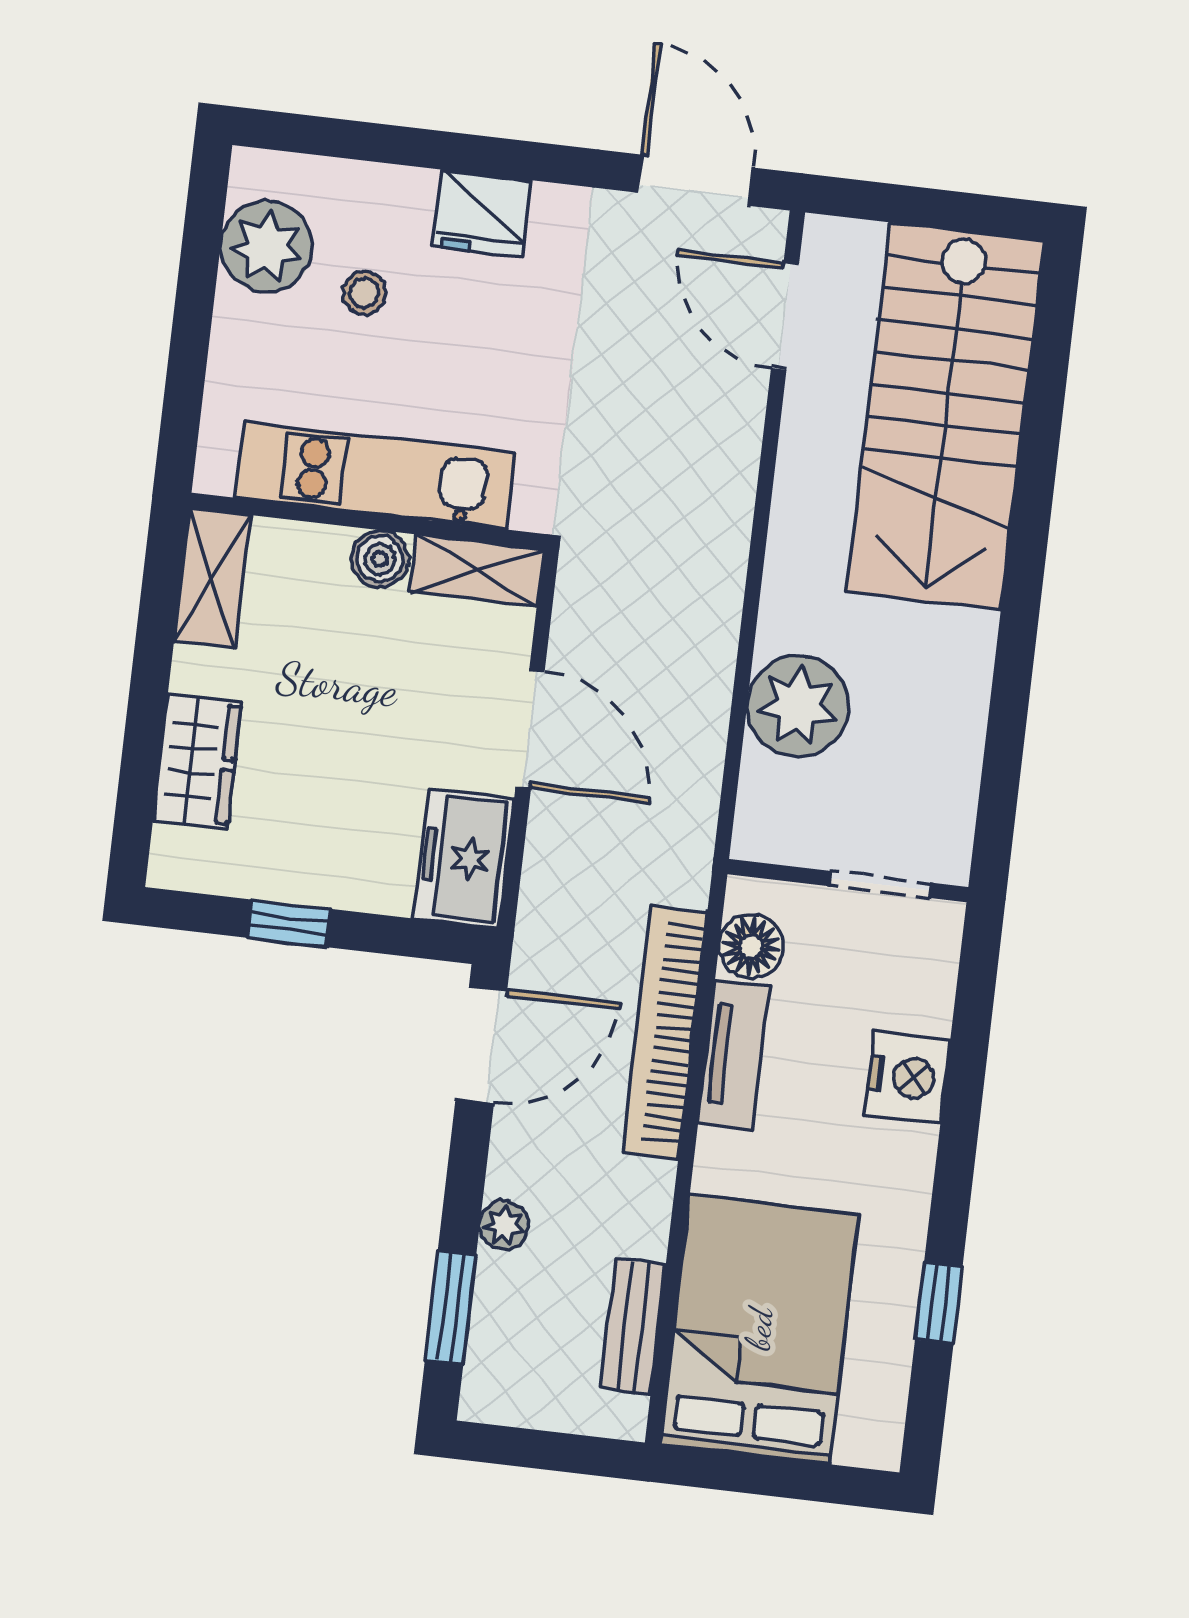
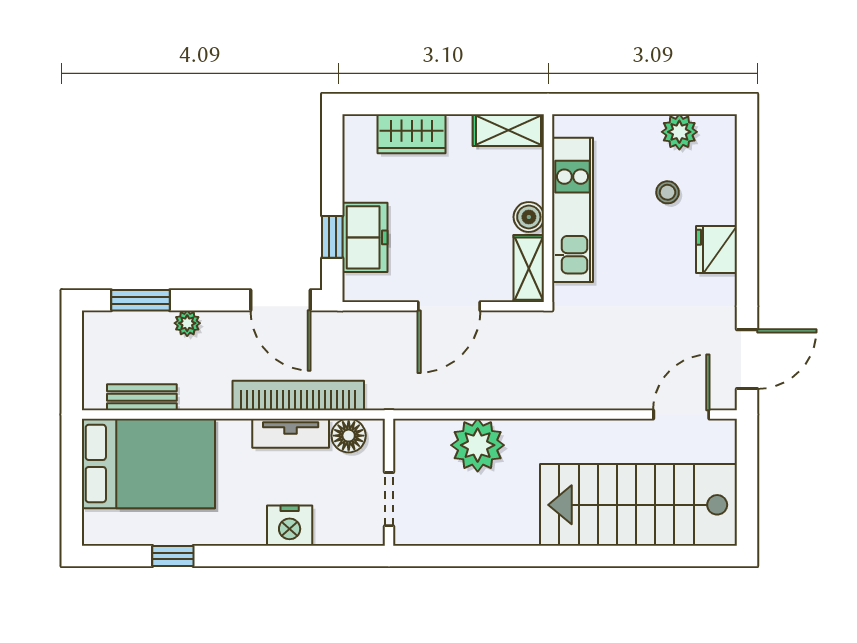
plant: (266, 247) -> (679, 132), width x0.73, depth x0.73
freezer: (464, 858) -> (365, 237), moved, turned 90
window: (289, 923) -> (332, 237), moved

